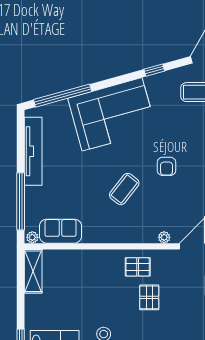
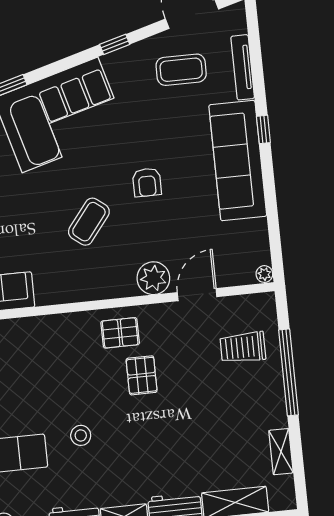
plant: (164, 237) -> (153, 278), width x1.88, depth x1.88

